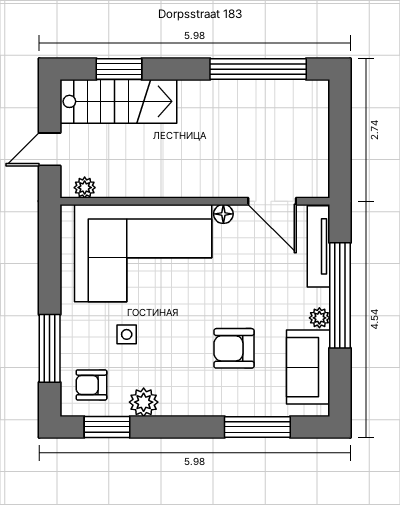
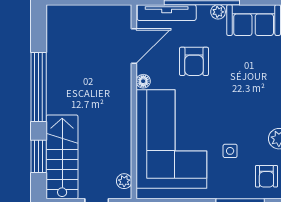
window: (258, 69) -> (39, 87), moved
armchair: (234, 348) -> (194, 61), moved

